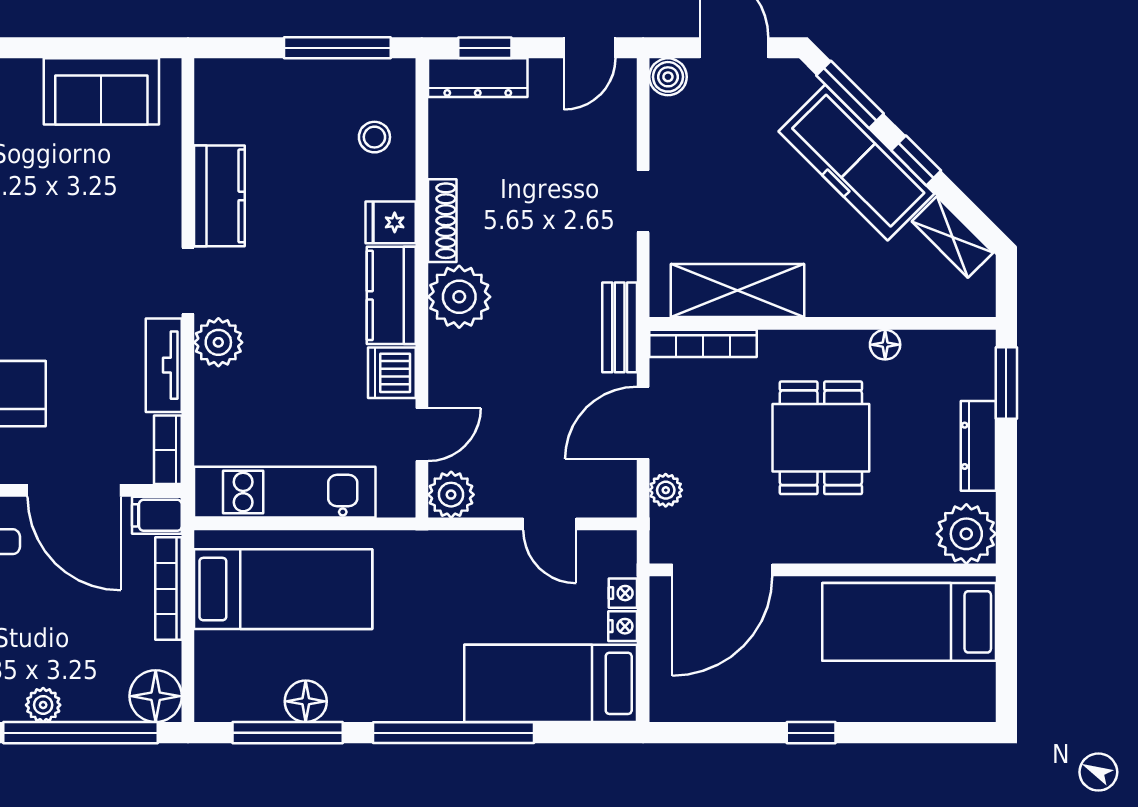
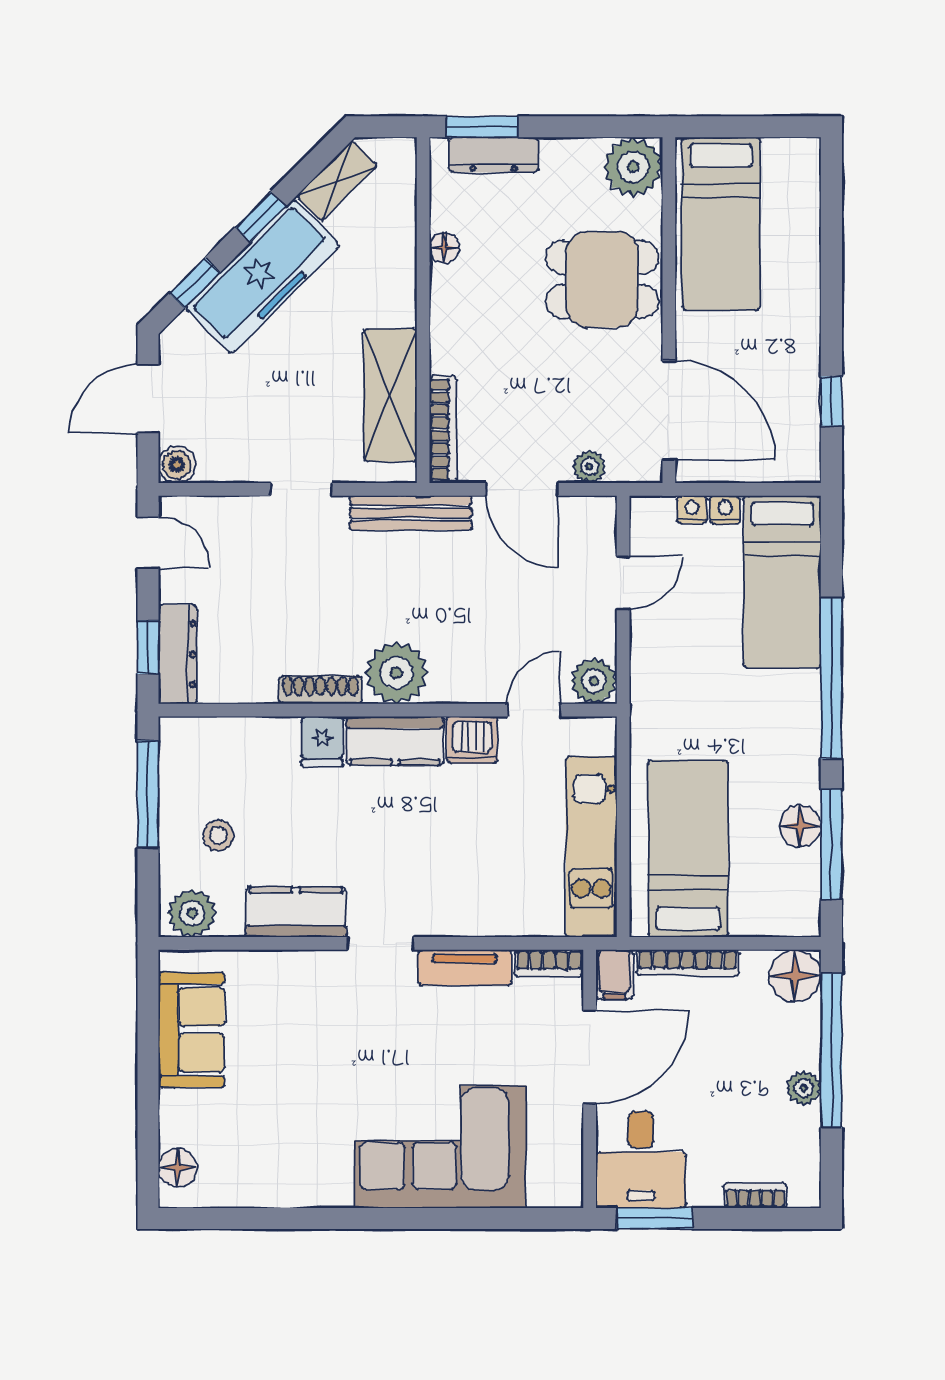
window: (850, 94) -> (195, 283), width x0.67
stool: (374, 137) -> (218, 836), moved
bench: (620, 327) -> (411, 513), width x1.36
plant: (218, 342) -> (192, 913), moved
door: (422, 435) -> (534, 710), hinge flipped
dining table: (821, 438) -> (602, 280), moved
dresser: (978, 446) -> (494, 155), moved
window: (811, 733) -> (831, 401), moved

